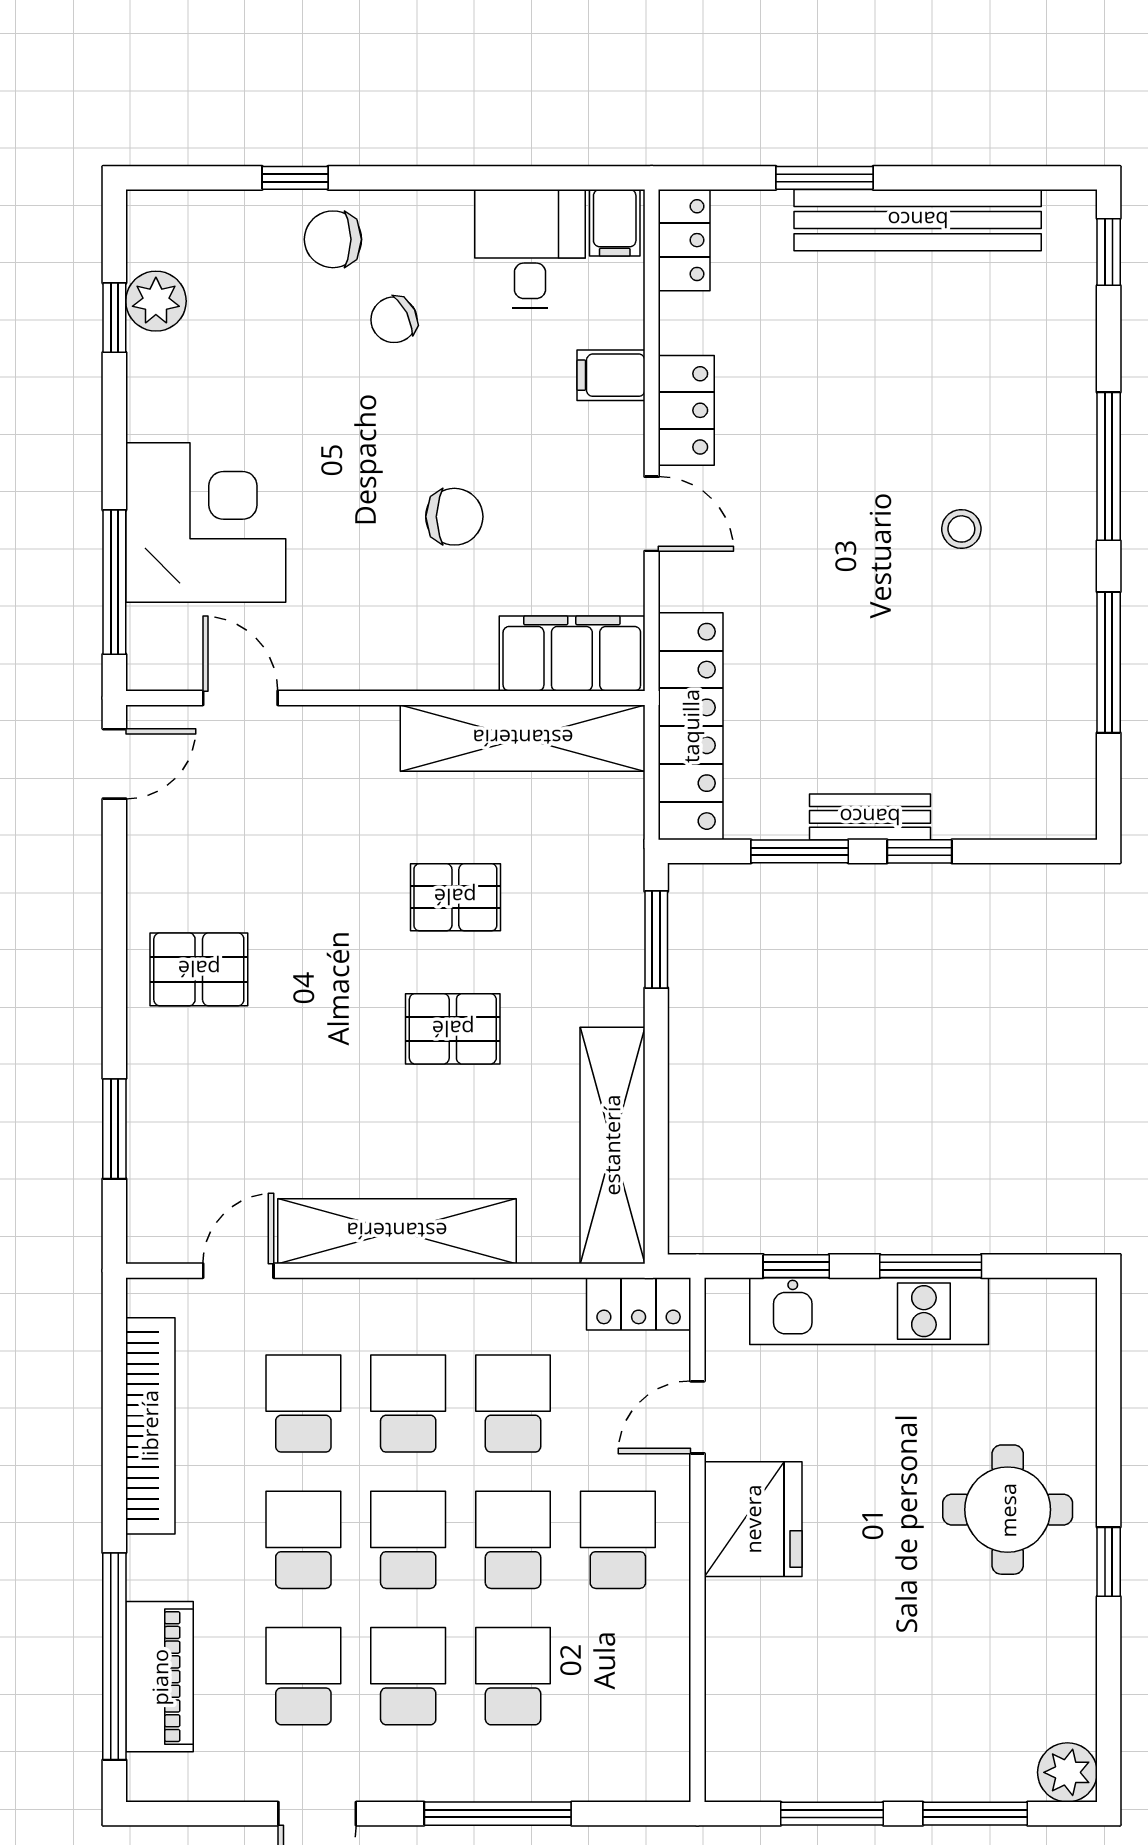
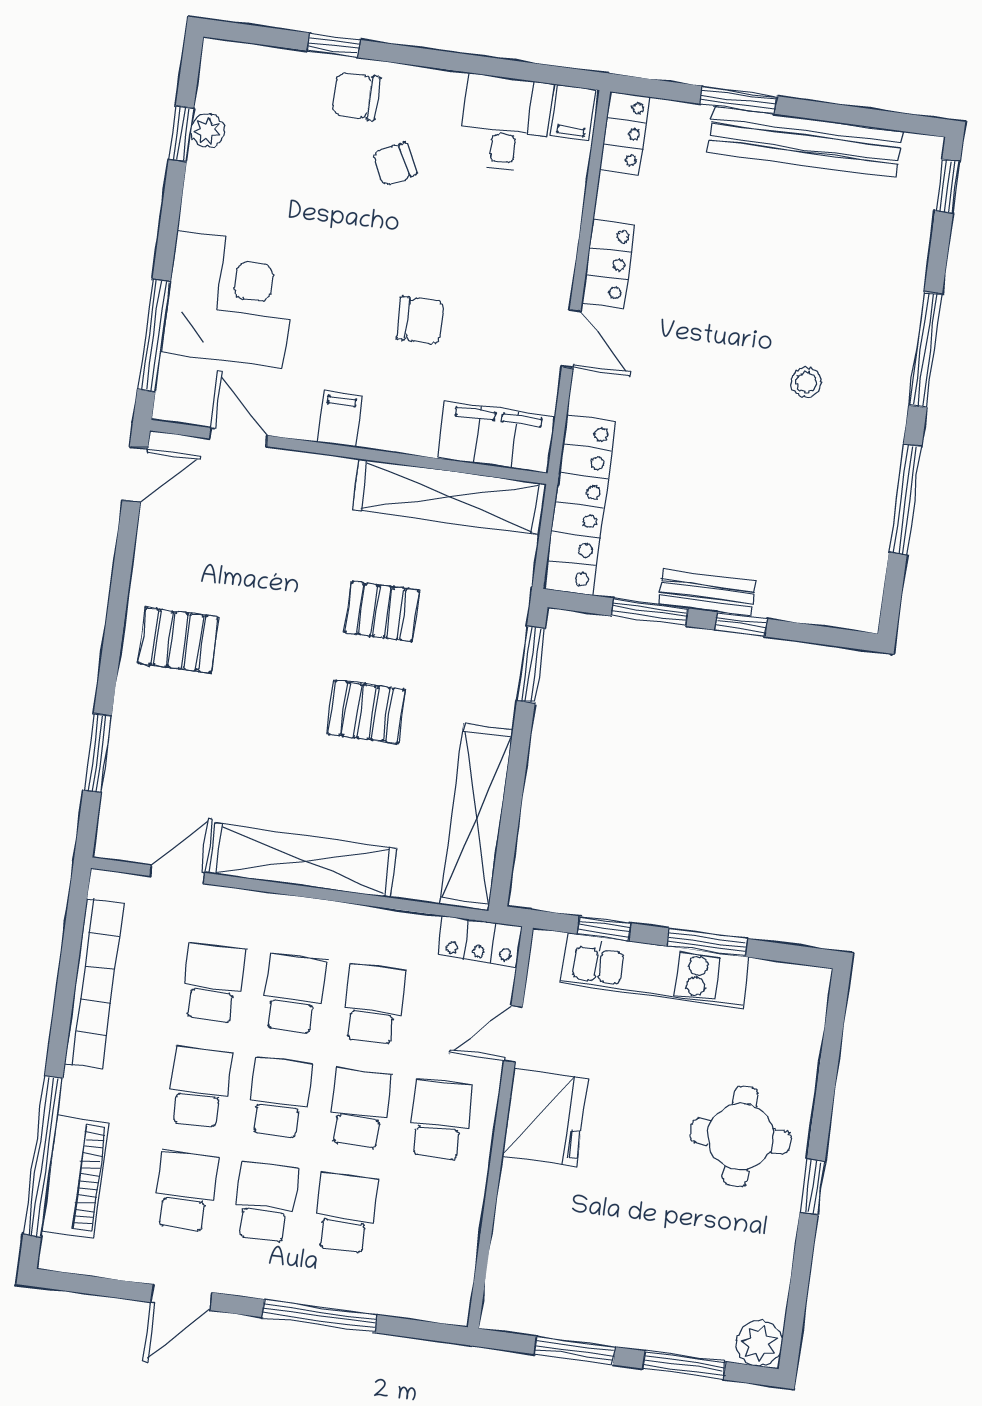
plant: (156, 301) -> (207, 130), width x0.73, depth x0.73
filing cabinet: (611, 375) -> (339, 419), moved, turned 90

